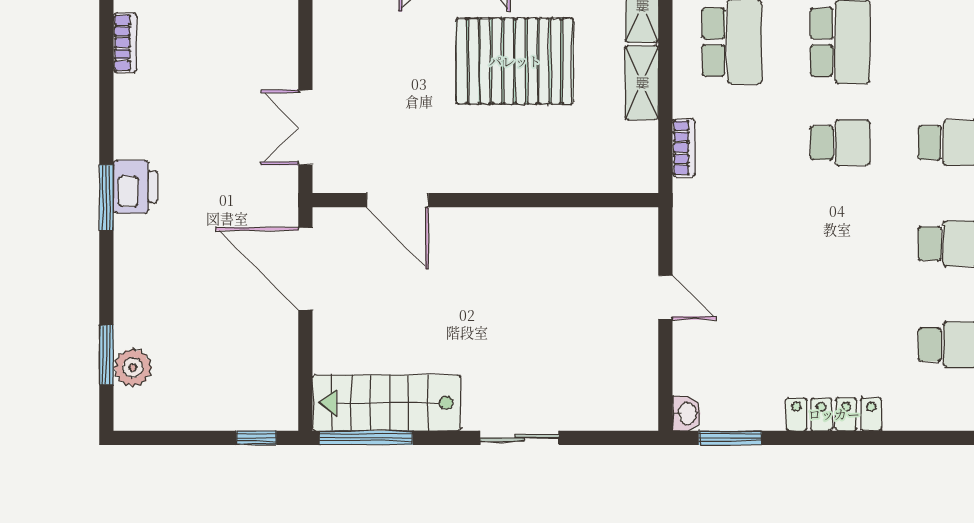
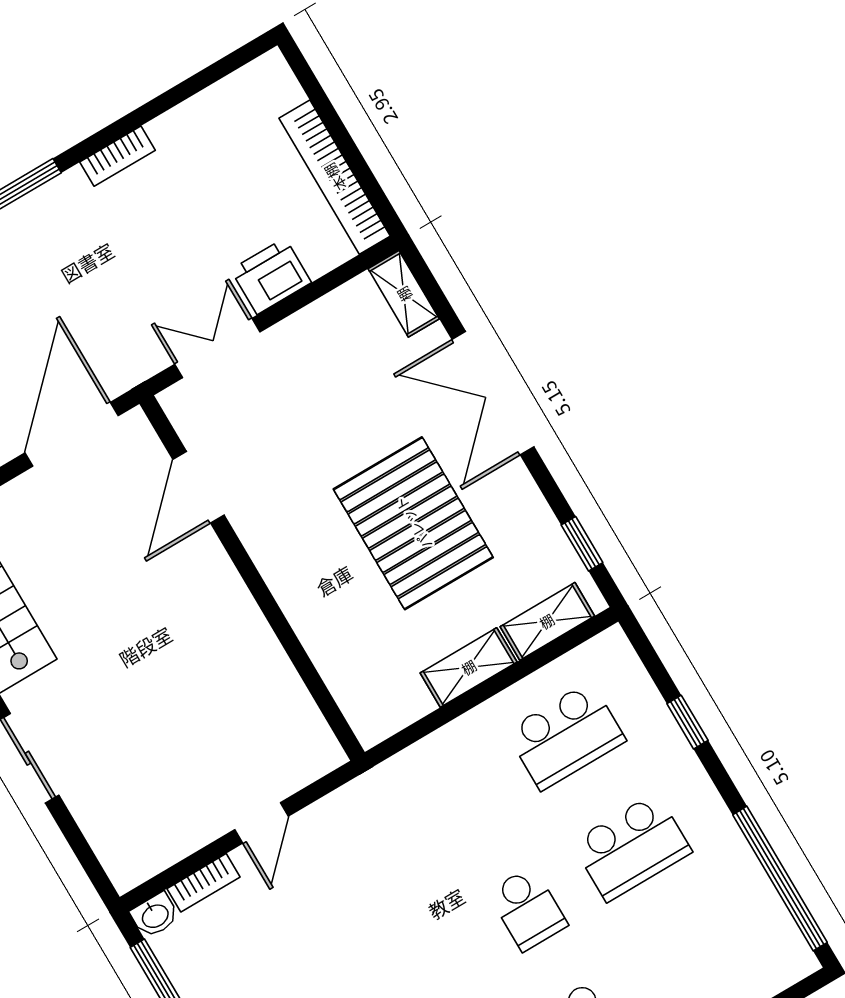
bookcase: (125, 43) -> (117, 156), moved
bookcase: (684, 148) -> (204, 883), moved
printer: (135, 187) -> (271, 276), moved, turned 180

